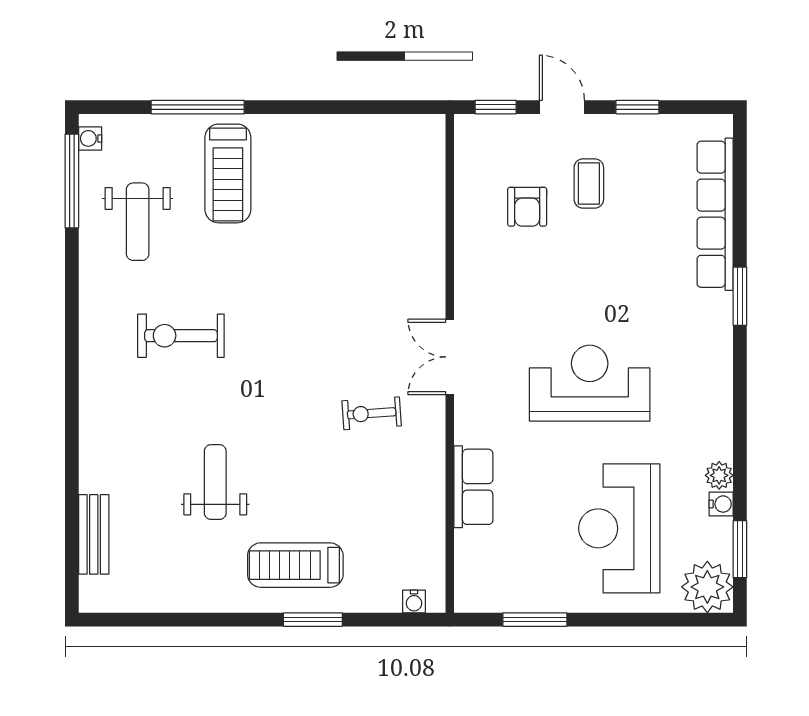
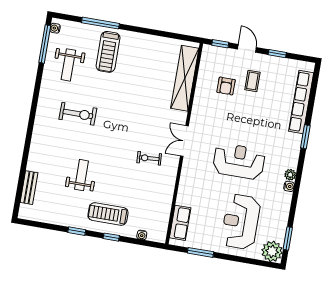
shelving: (424, 205) -> (185, 78), added
exercise bike: (181, 336) -> (78, 114), turned 180
plant: (719, 475) -> (290, 175), moved
row of seats: (473, 487) -> (180, 223), moved
water cooler: (721, 504) -> (289, 186), moved
water cooler: (414, 601) -> (142, 235), moved
window: (227, 620) -> (77, 231), added
window: (313, 620) -> (111, 237), width x0.67

